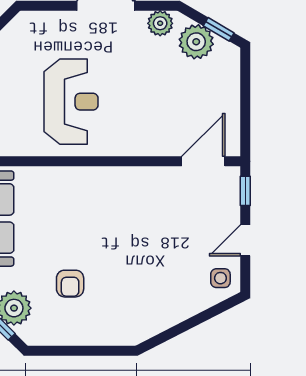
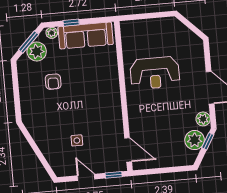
window: (219, 29) -> (208, 141), moved
side table: (220, 278) -> (77, 140), moved
armchair: (70, 284) -> (53, 82), turned -90

